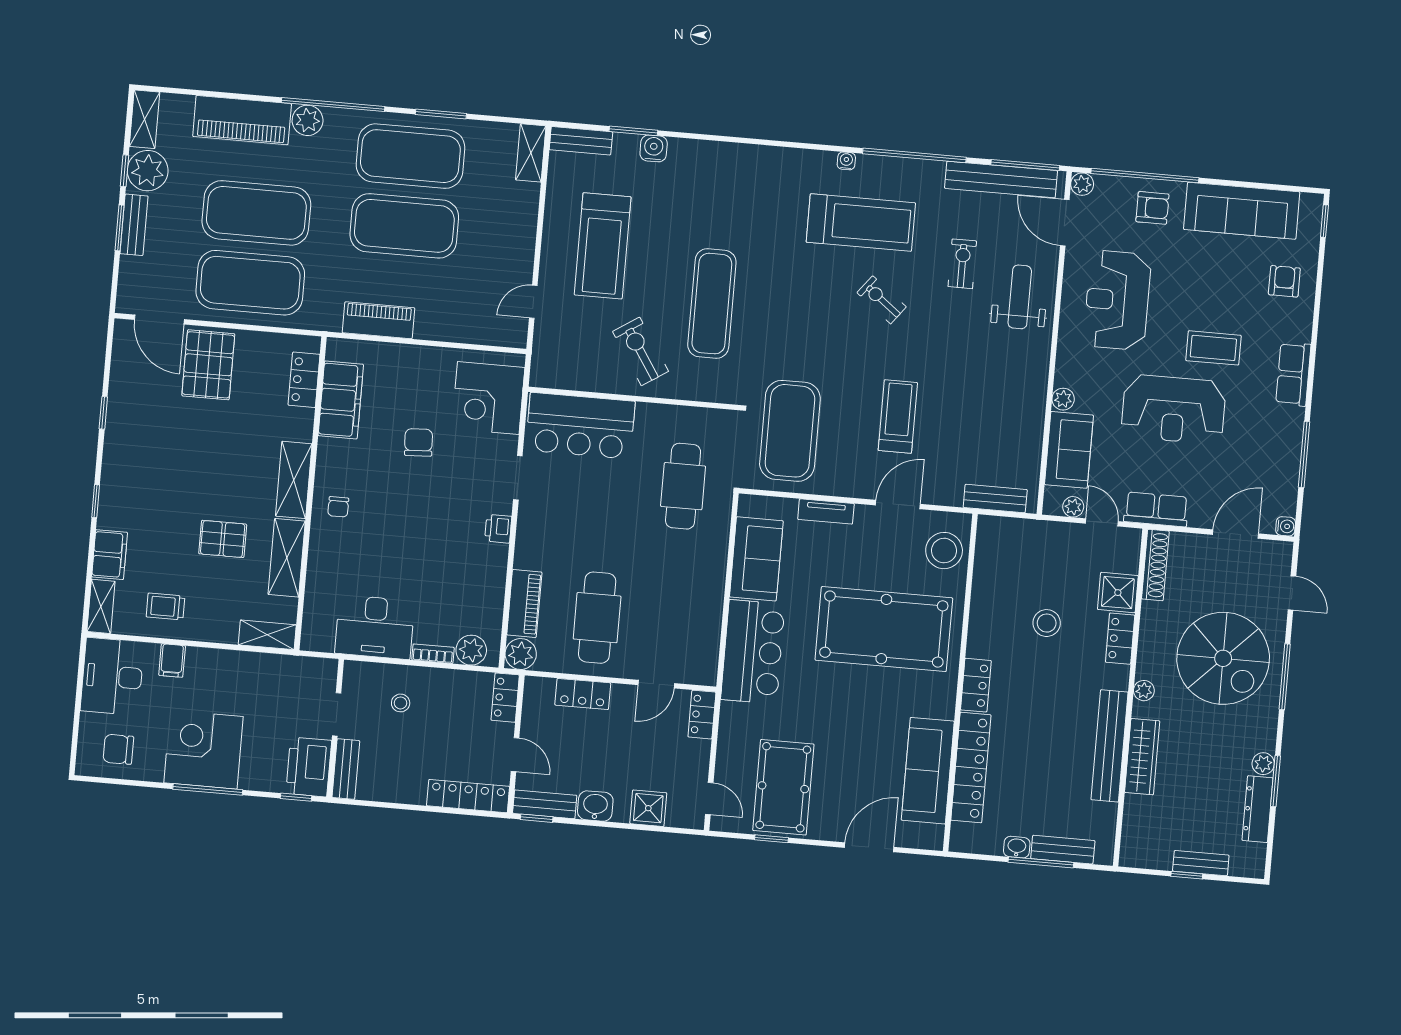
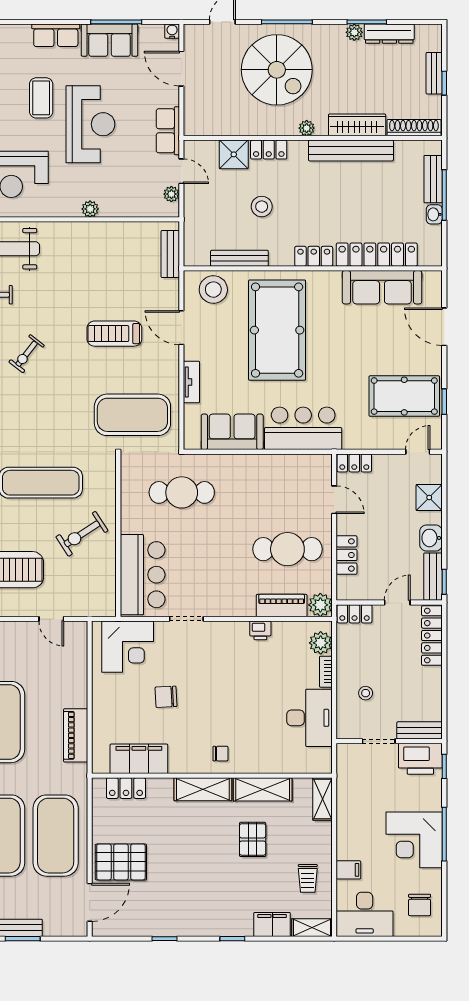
sofa: (1069, 450) -> (109, 40), moved, turned 180
door: (1102, 522) -> (181, 171), swing flipped
printer: (498, 529) -> (260, 630), moved
shoe rack: (1155, 565) -> (414, 128), moved
bench: (982, 588) -> (239, 258), added
spiral stairs: (1223, 658) -> (277, 70), turned 90

